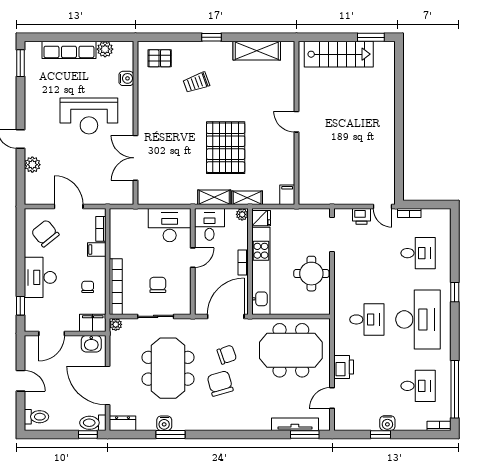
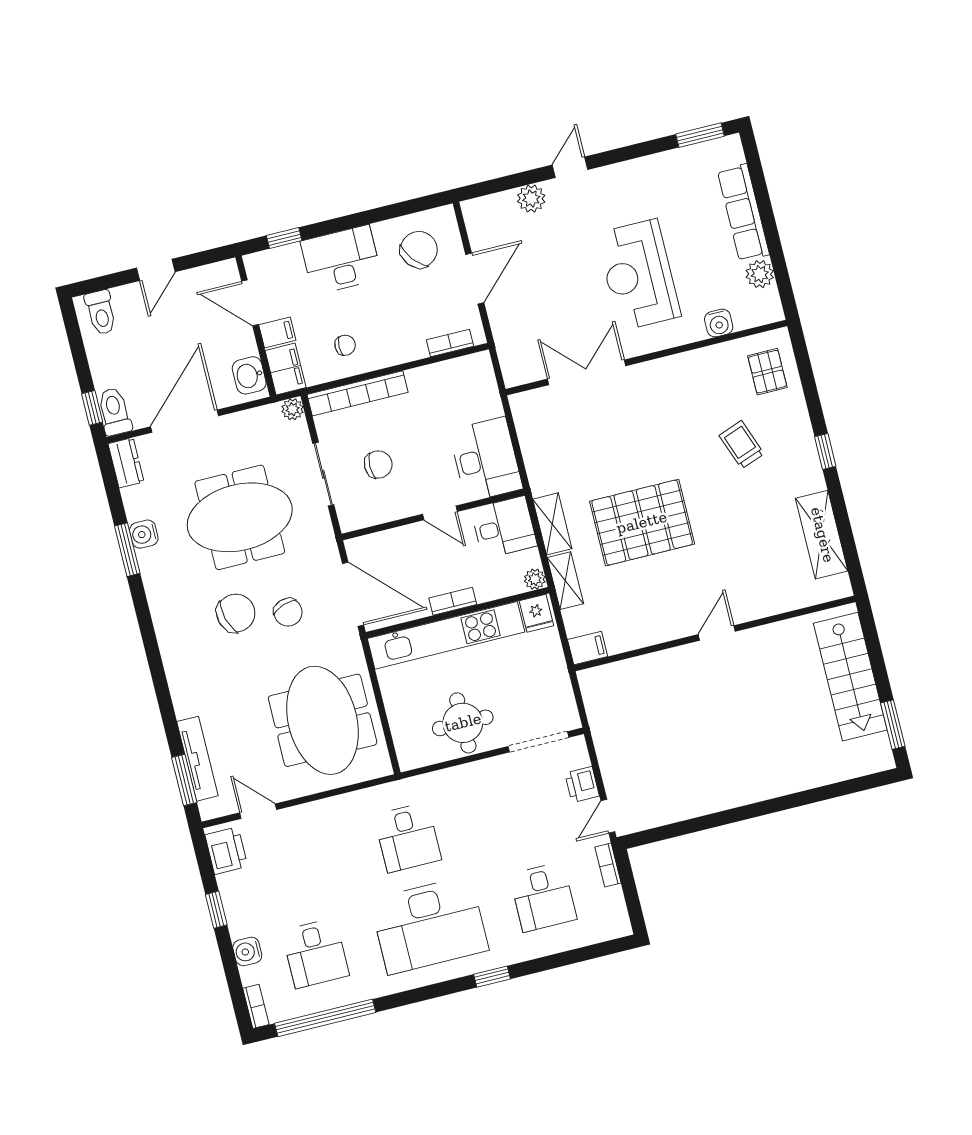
filing cabinet: (97, 250) -> (277, 333), moved, turned 90
printer: (344, 367) -> (226, 851), moved, turned -90
water cooler: (387, 423) -> (247, 951), moved

